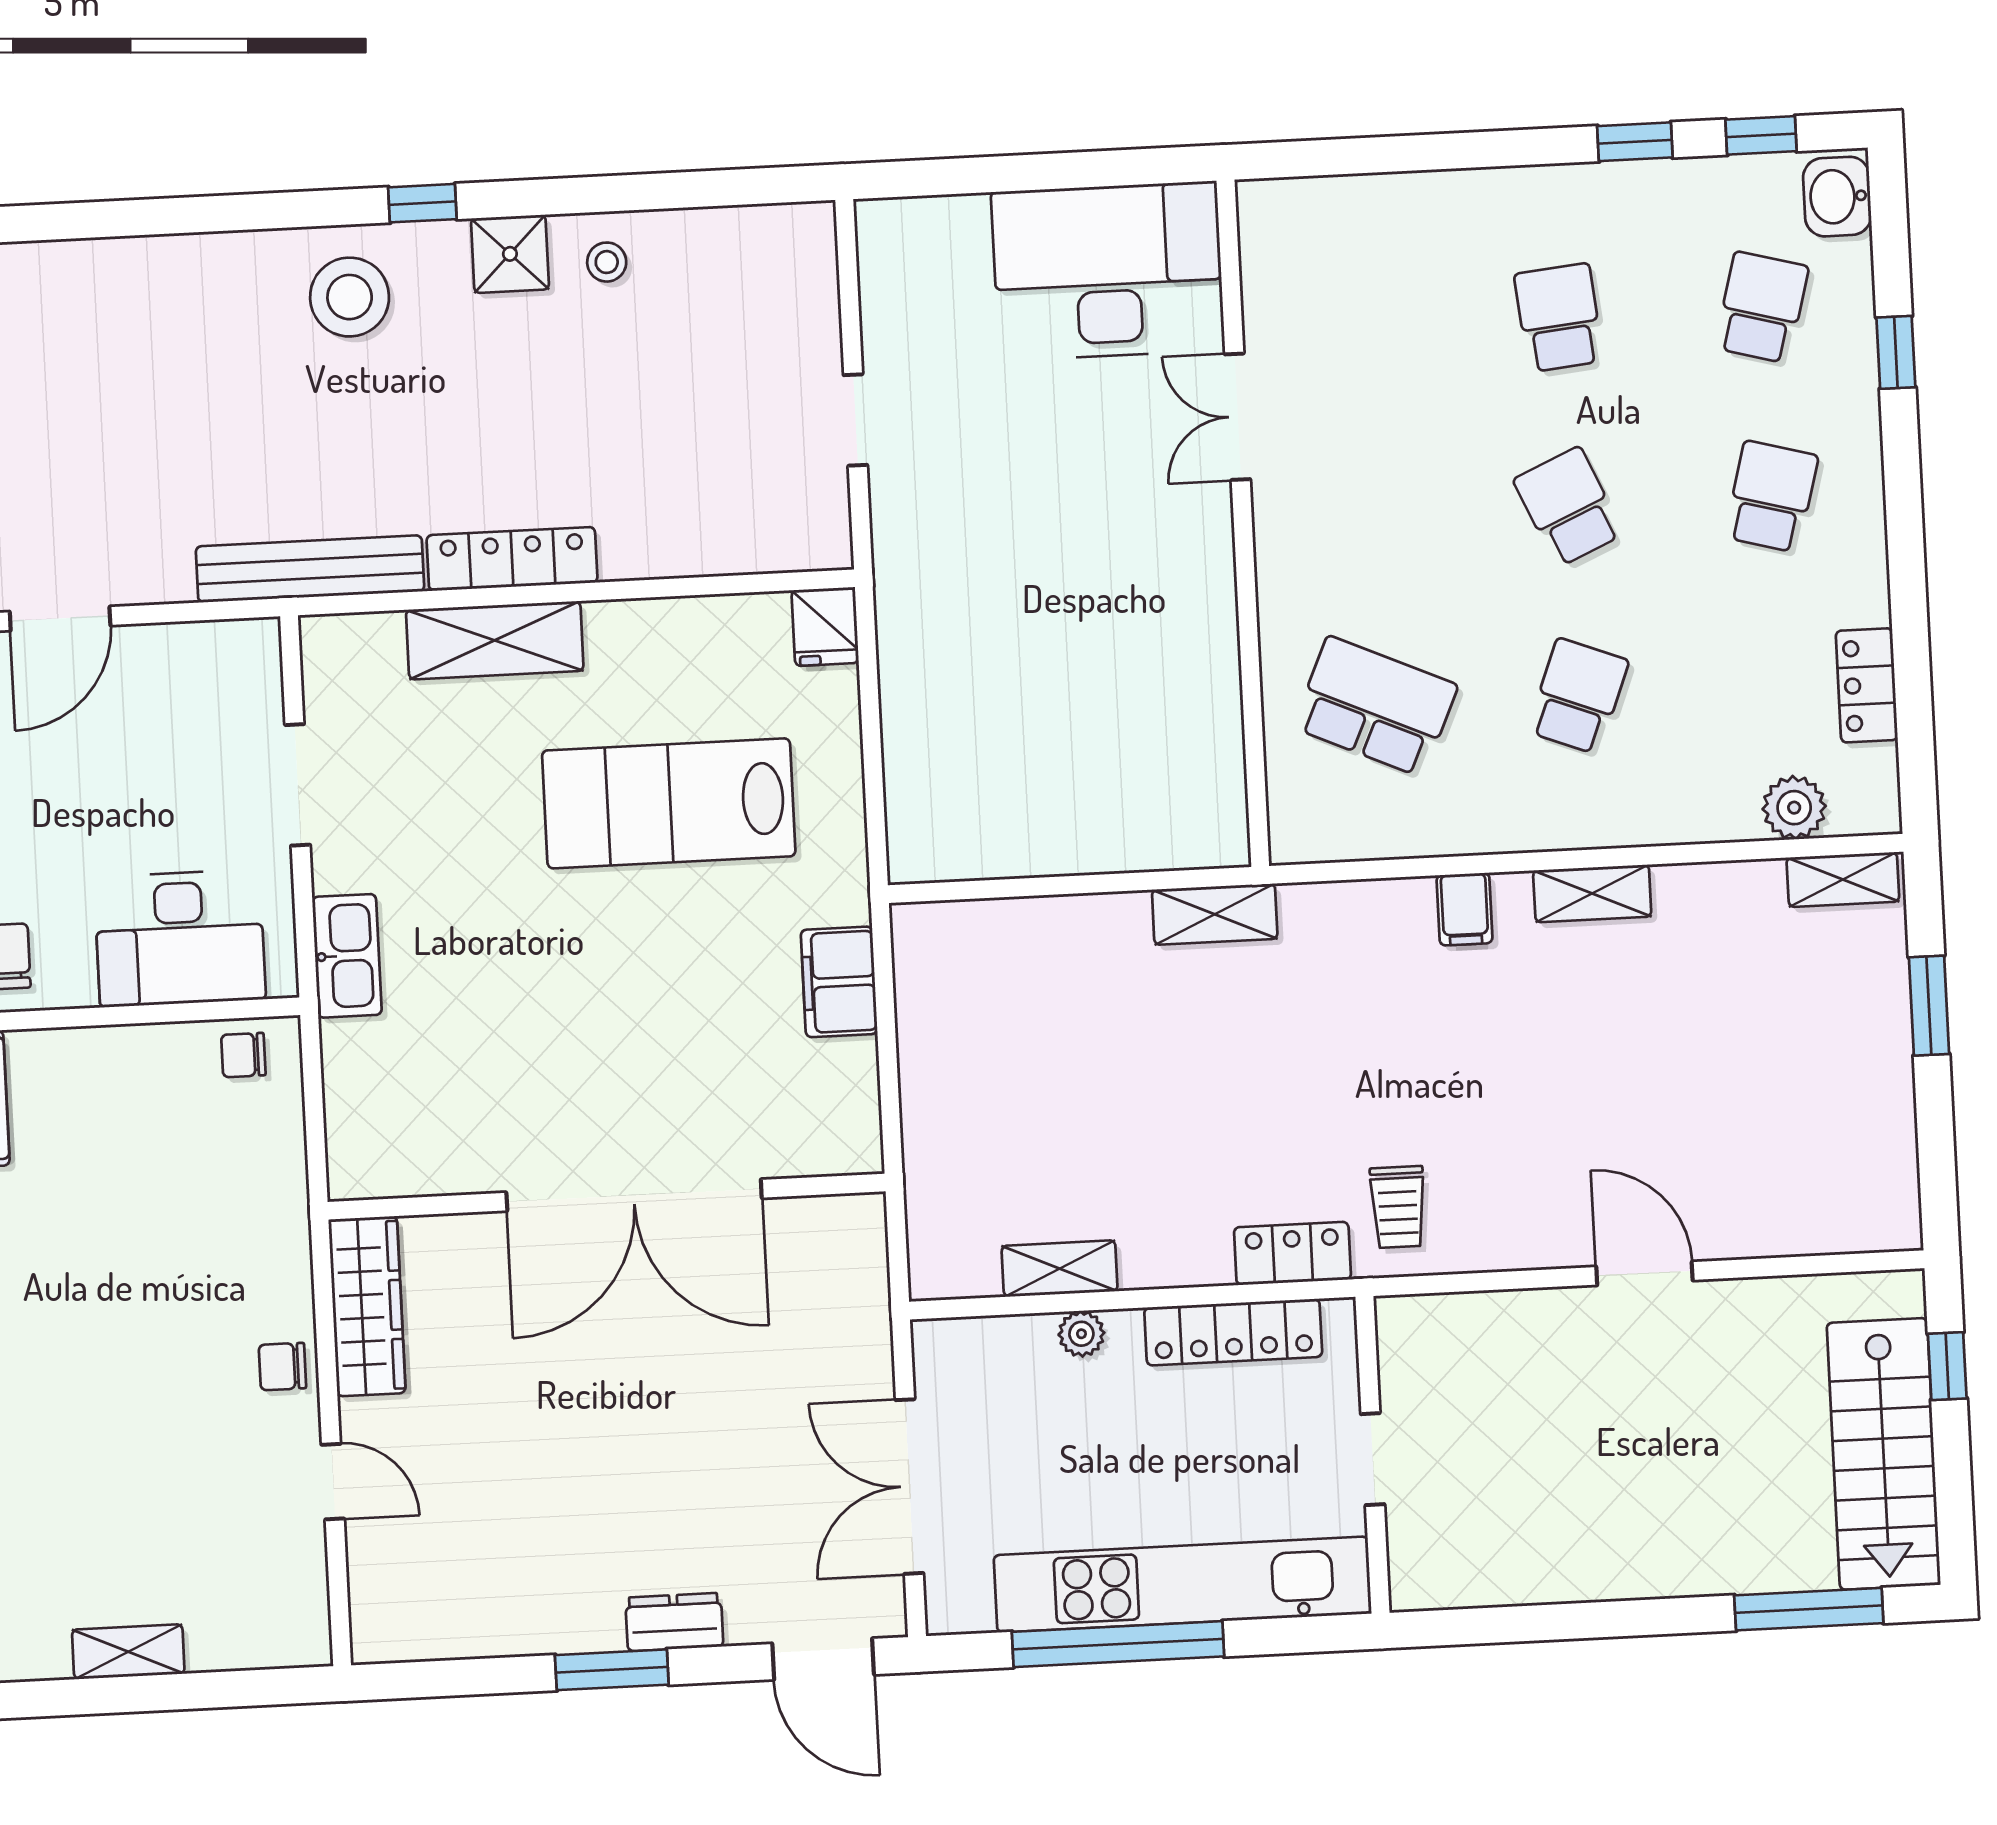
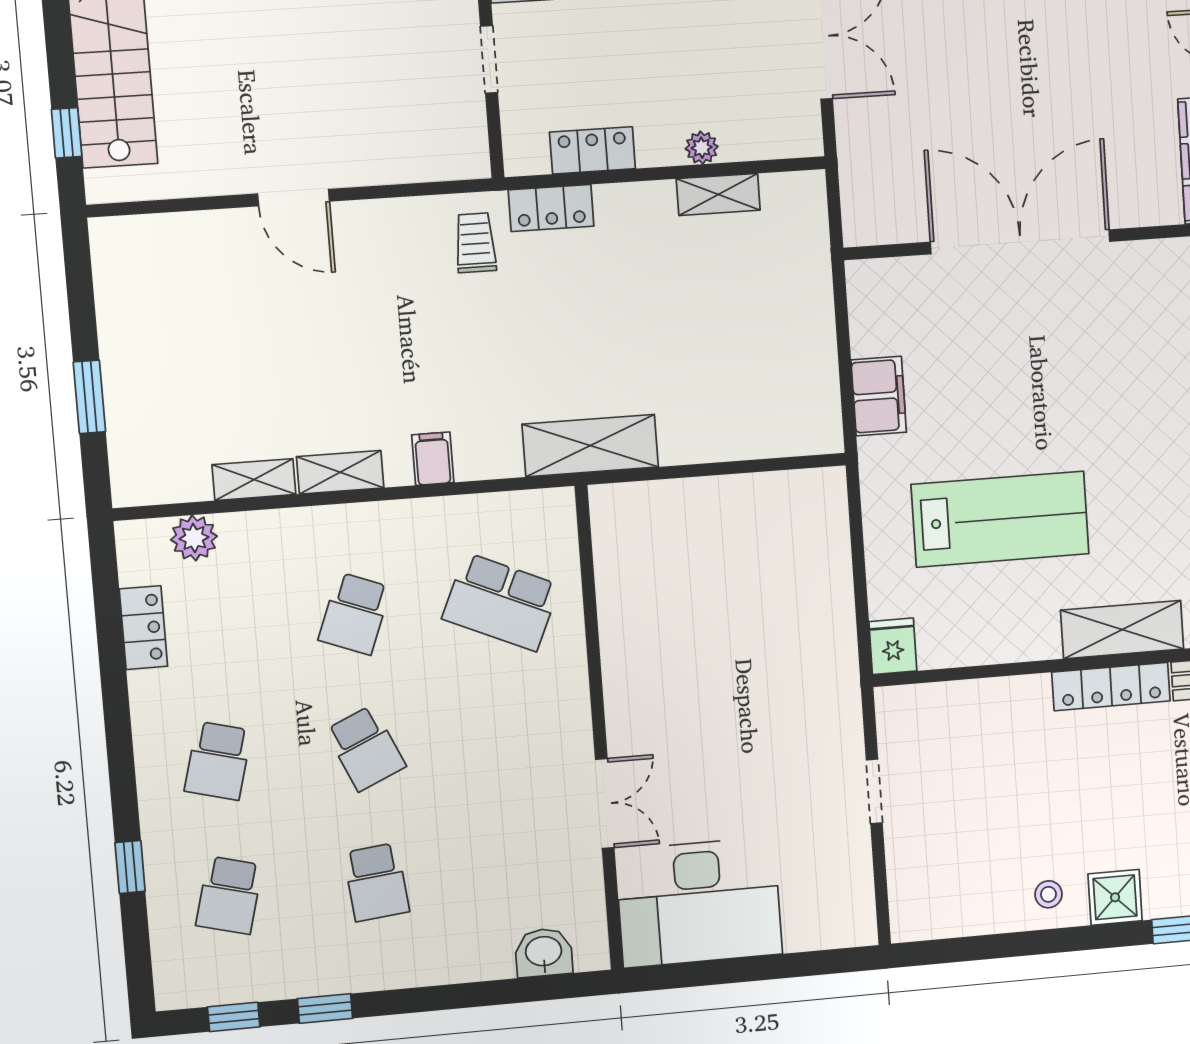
washbasin: (1837, 197) -> (544, 953), moved, turned -90
shelving: (1843, 880) -> (254, 480), moved
shelving: (1215, 914) -> (590, 446), width x1.50, depth x1.33
locker: (1233, 1332) -> (592, 150), width x0.66

